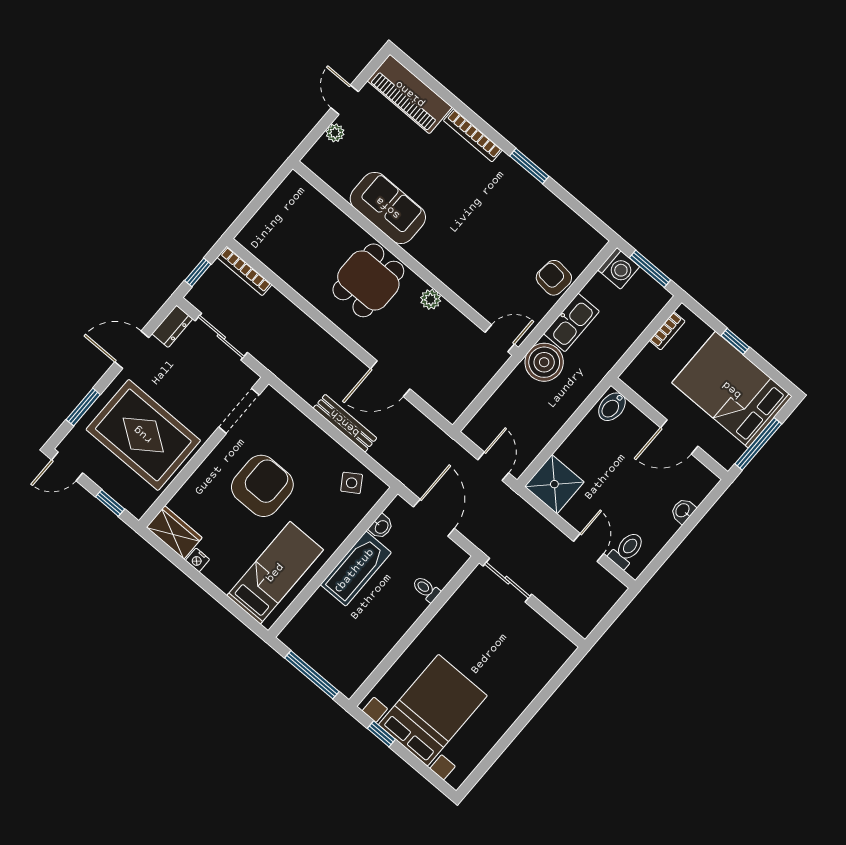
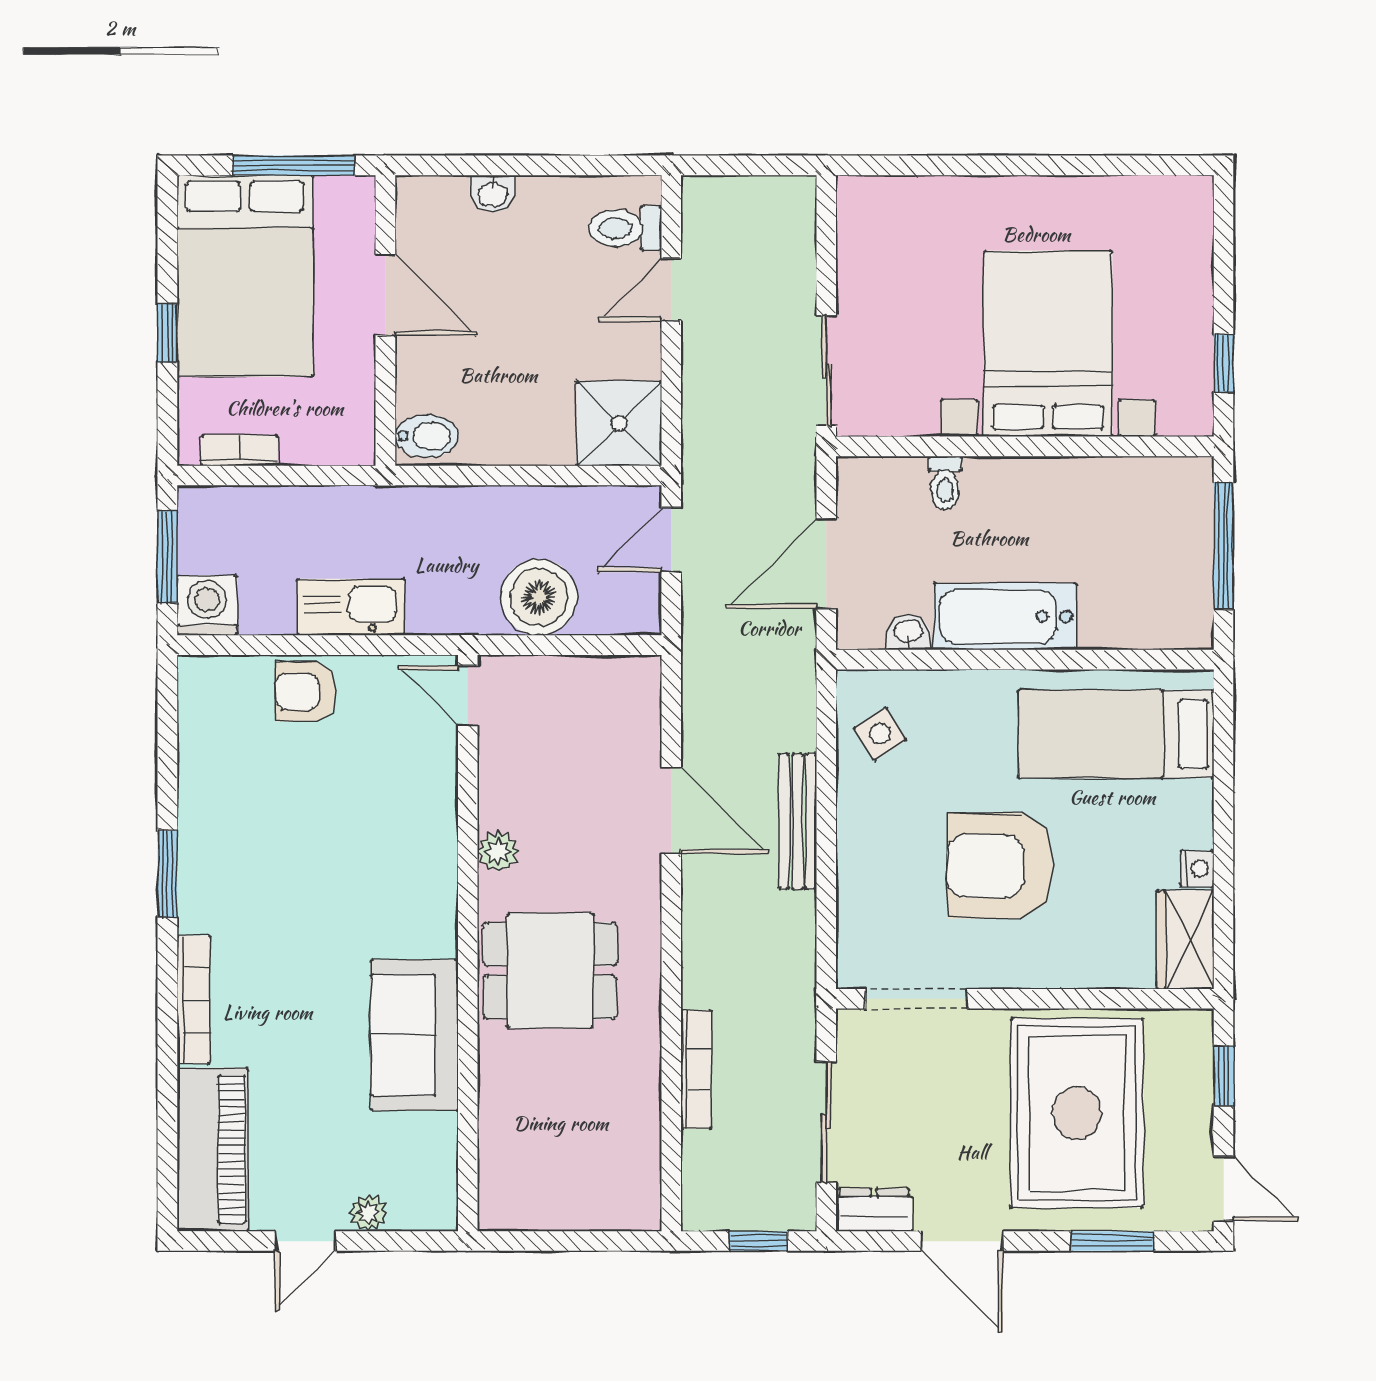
bookcase: (245, 271) -> (696, 1069), moved
armchair: (554, 278) -> (306, 692), turned 84
boiler: (544, 362) -> (539, 597), moved
bed with nightstands: (433, 710) -> (1048, 344), moved, turned 90

